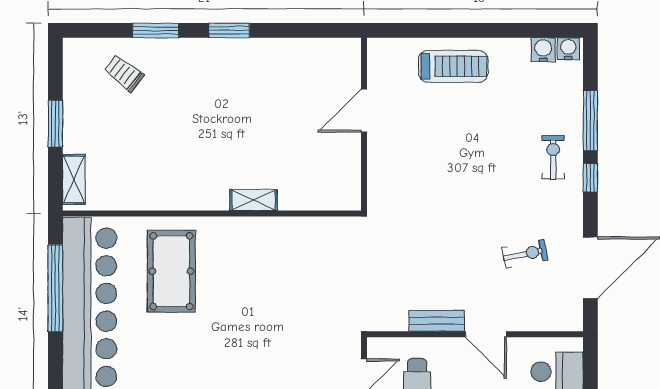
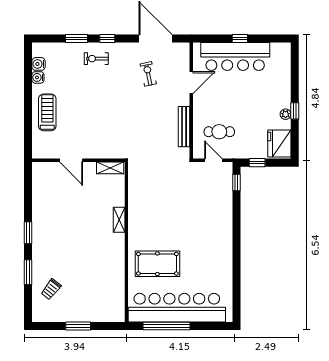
water cooler: (568, 49) -> (38, 77), moved
window: (590, 121) -> (77, 39), width x0.69
shelving: (74, 179) -> (110, 168), moved
bench: (437, 321) -> (184, 127), width x1.36
door: (486, 334) -> (191, 83), moved

